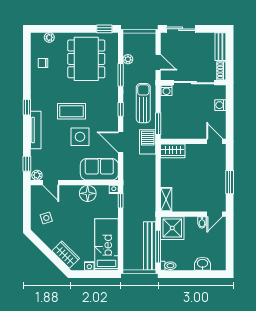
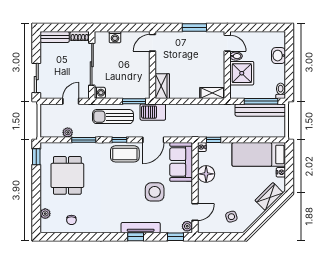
dining table: (86, 59) -> (67, 175), width x0.73
window: (27, 107) -> (136, 237), moved
coffee table: (71, 111) -> (125, 154), moved, turned 90
side table: (80, 137) -> (155, 192), moved
shower: (172, 228) -> (242, 73), moved

